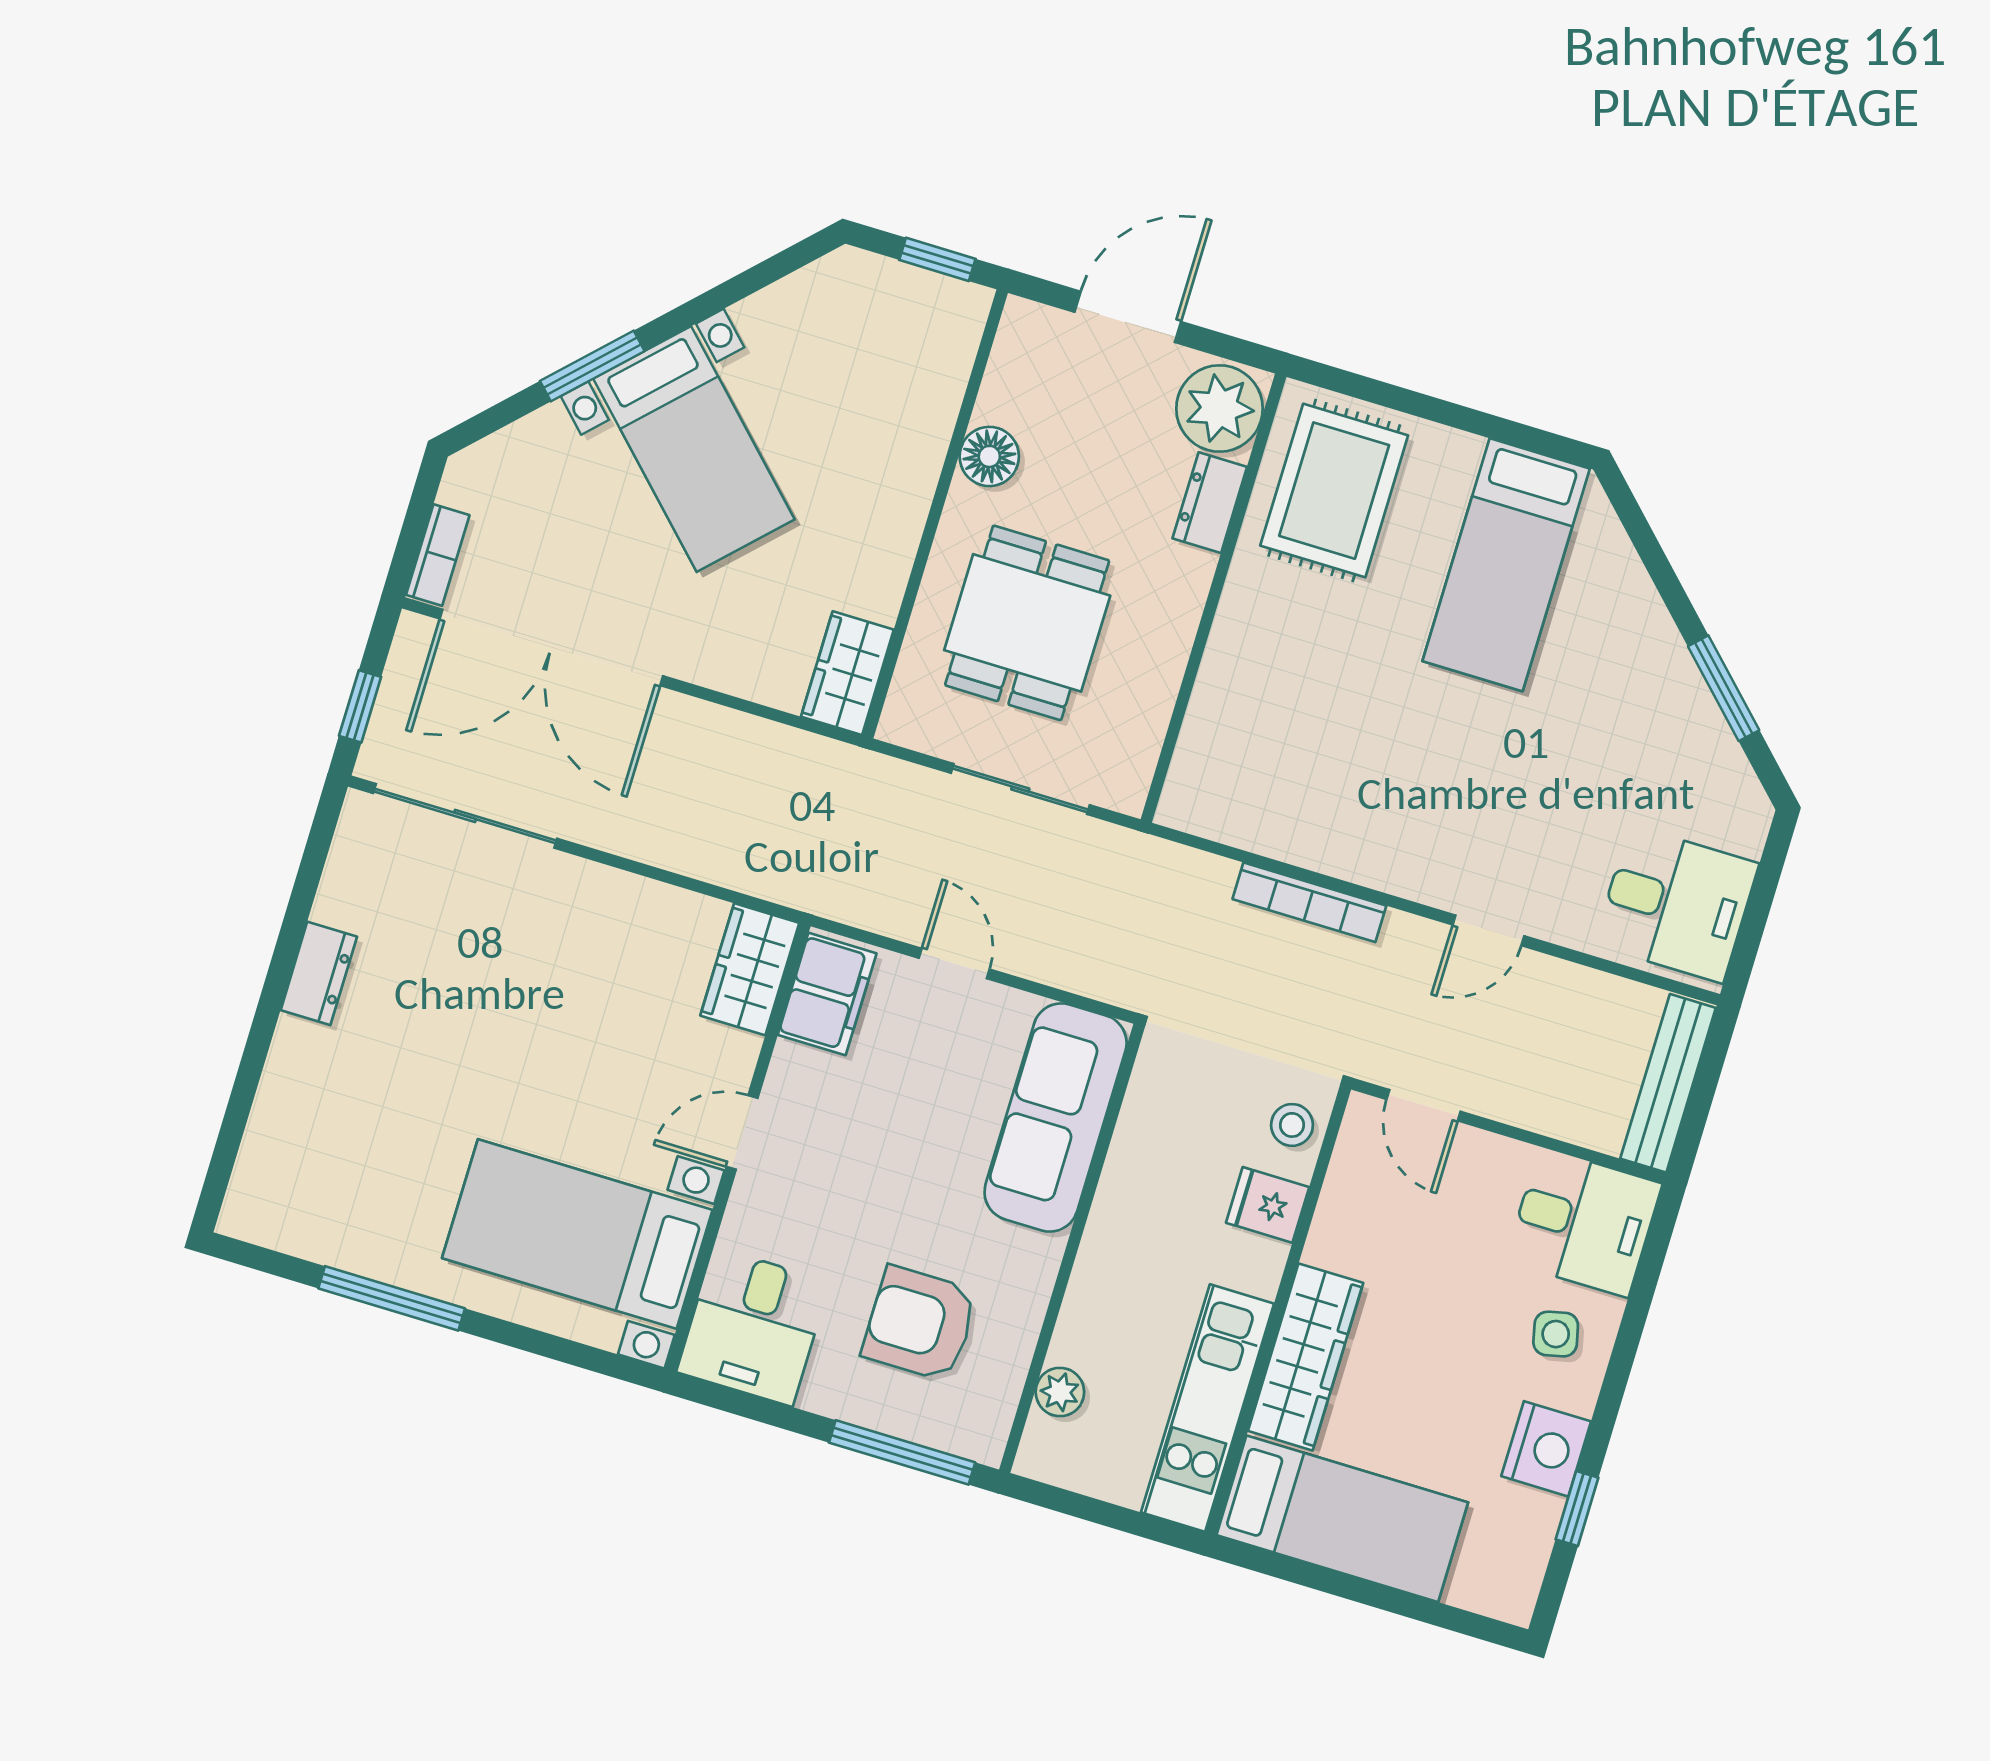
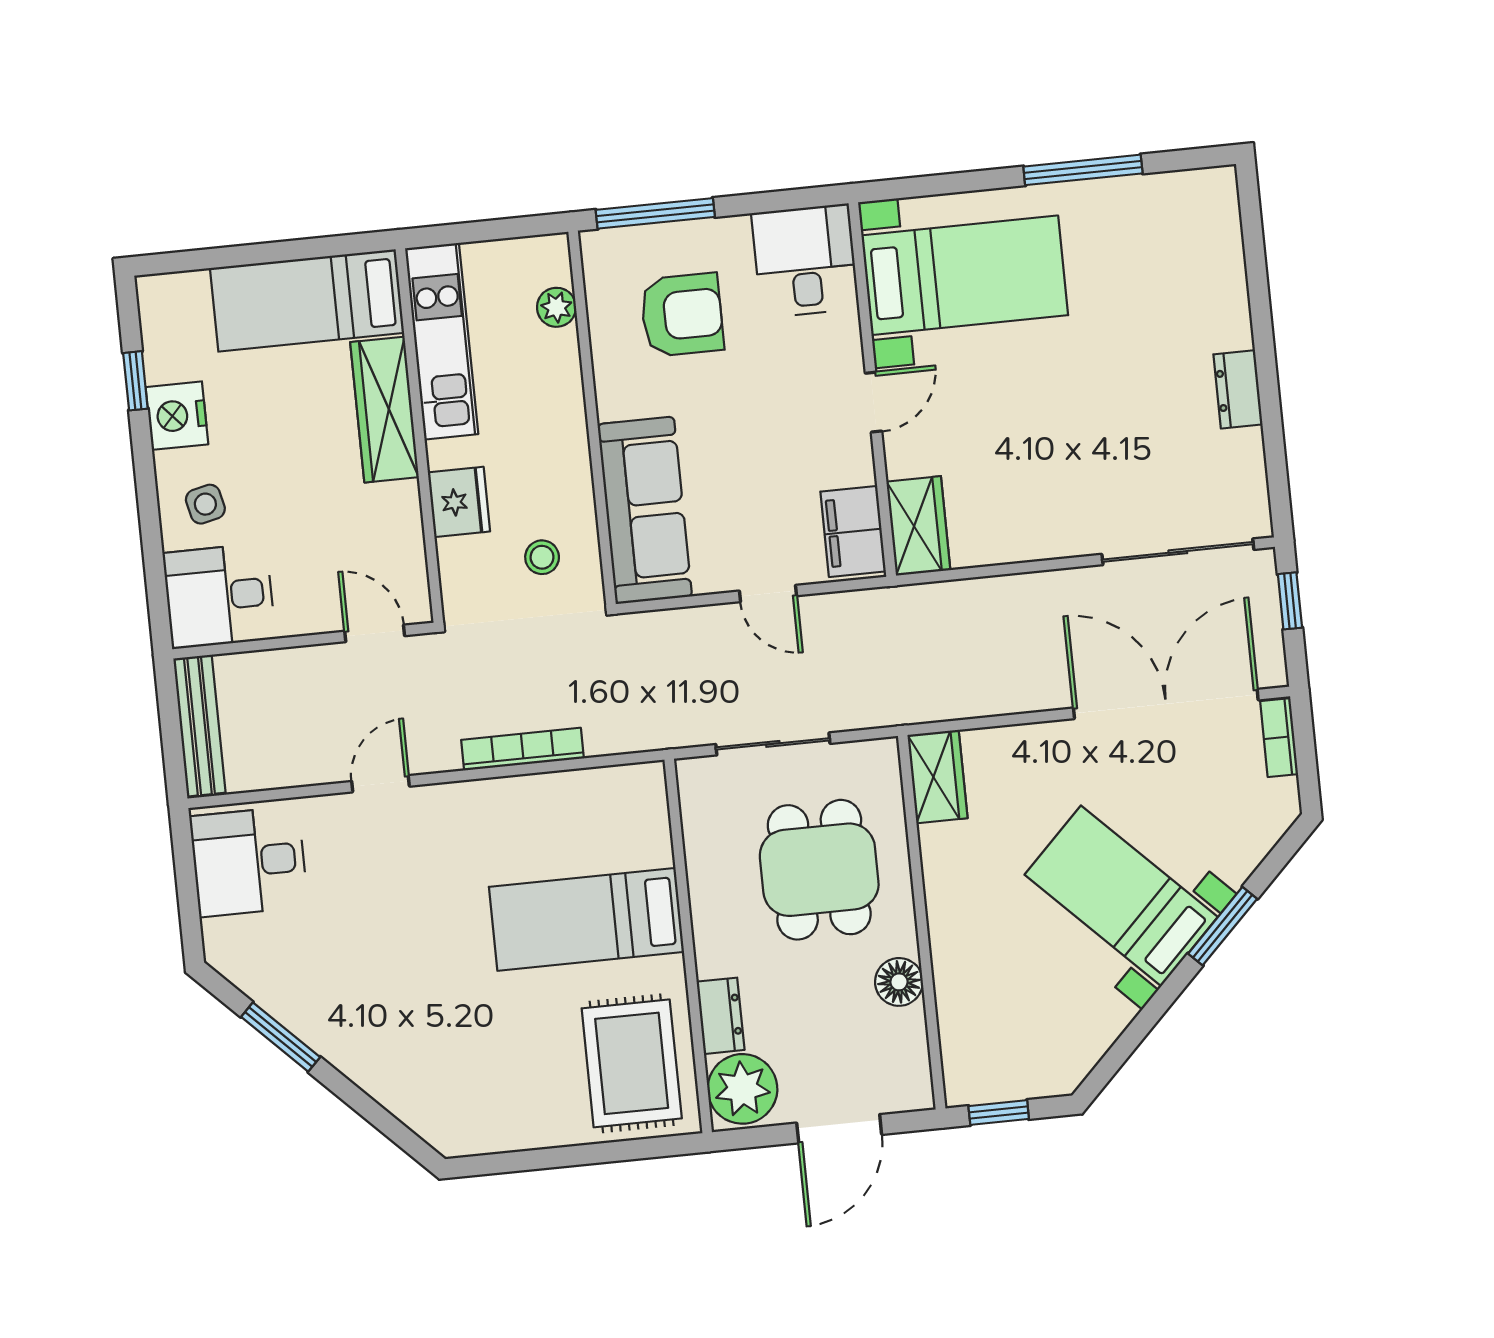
bed: (1506, 565) -> (586, 919), moved, turned -90
stool: (1292, 1125) -> (542, 557), moved
fridge: (1268, 1205) -> (459, 502), width x1.38

